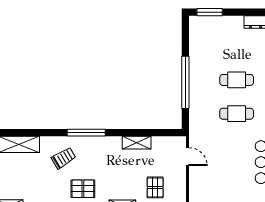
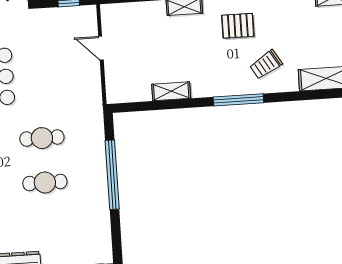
door: (188, 157) -> (101, 48), moved
pallet: (155, 187) -> (143, 34), removed

